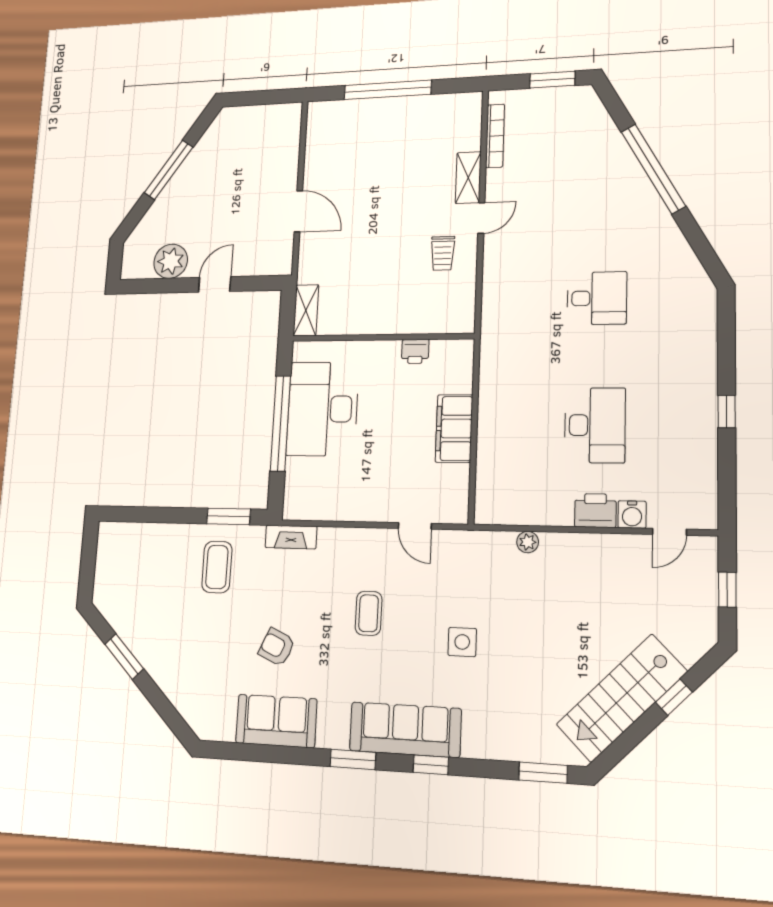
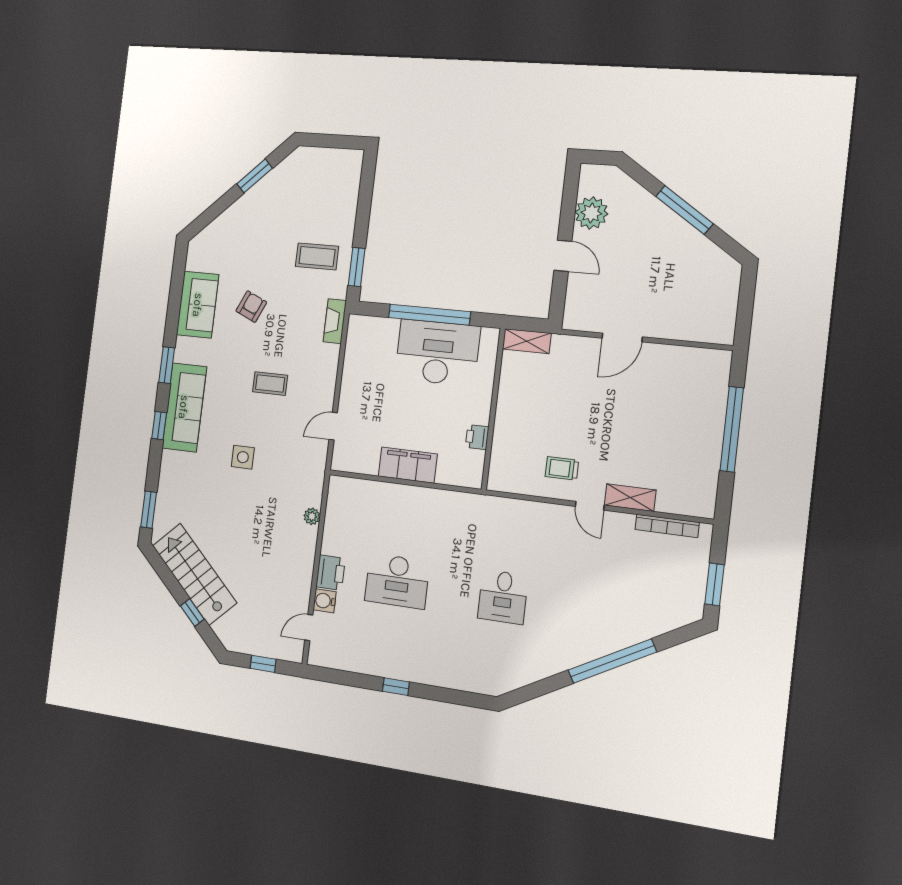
door: (669, 532) -> (309, 628), hinge flipped

